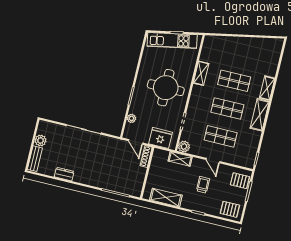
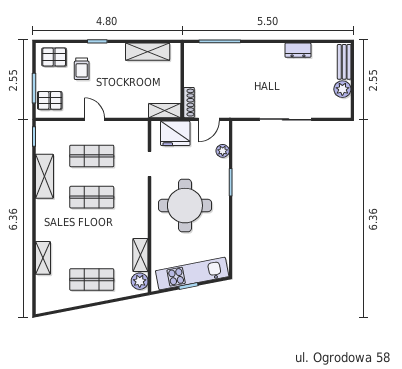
shelving: (201, 73) -> (140, 255), moved
shop shelf: (234, 81) -> (92, 280), moved
shelving: (267, 88) -> (43, 258), moved
shelving: (260, 115) -> (44, 176), moved
door: (136, 142) -> (209, 119), swing flipped
plant: (184, 147) -> (140, 281), moved
shelving: (180, 159) -> (165, 111), moved
trolley: (203, 185) -> (82, 69), moved

